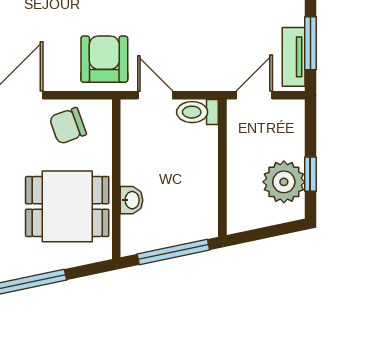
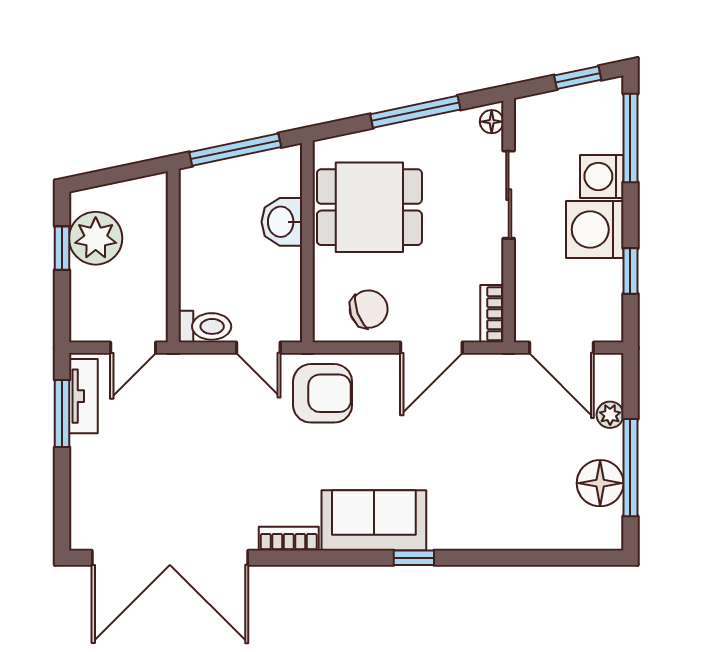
armchair: (104, 59) -> (323, 393), turned -90
washbasin: (132, 200) -> (282, 222), width x1.38, depth x1.45

